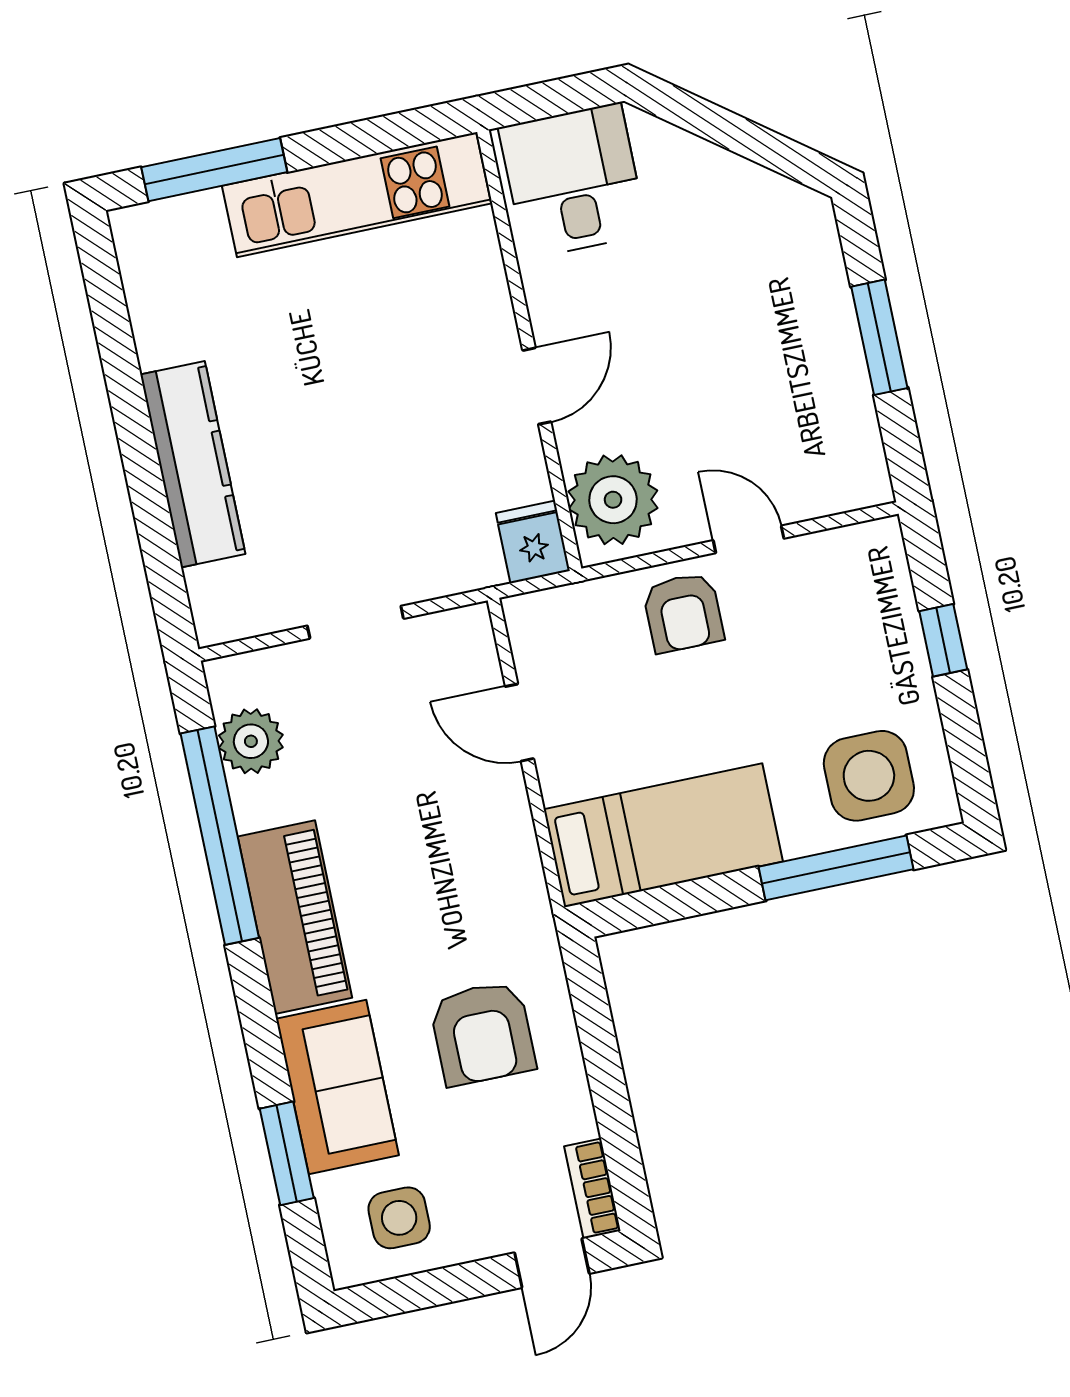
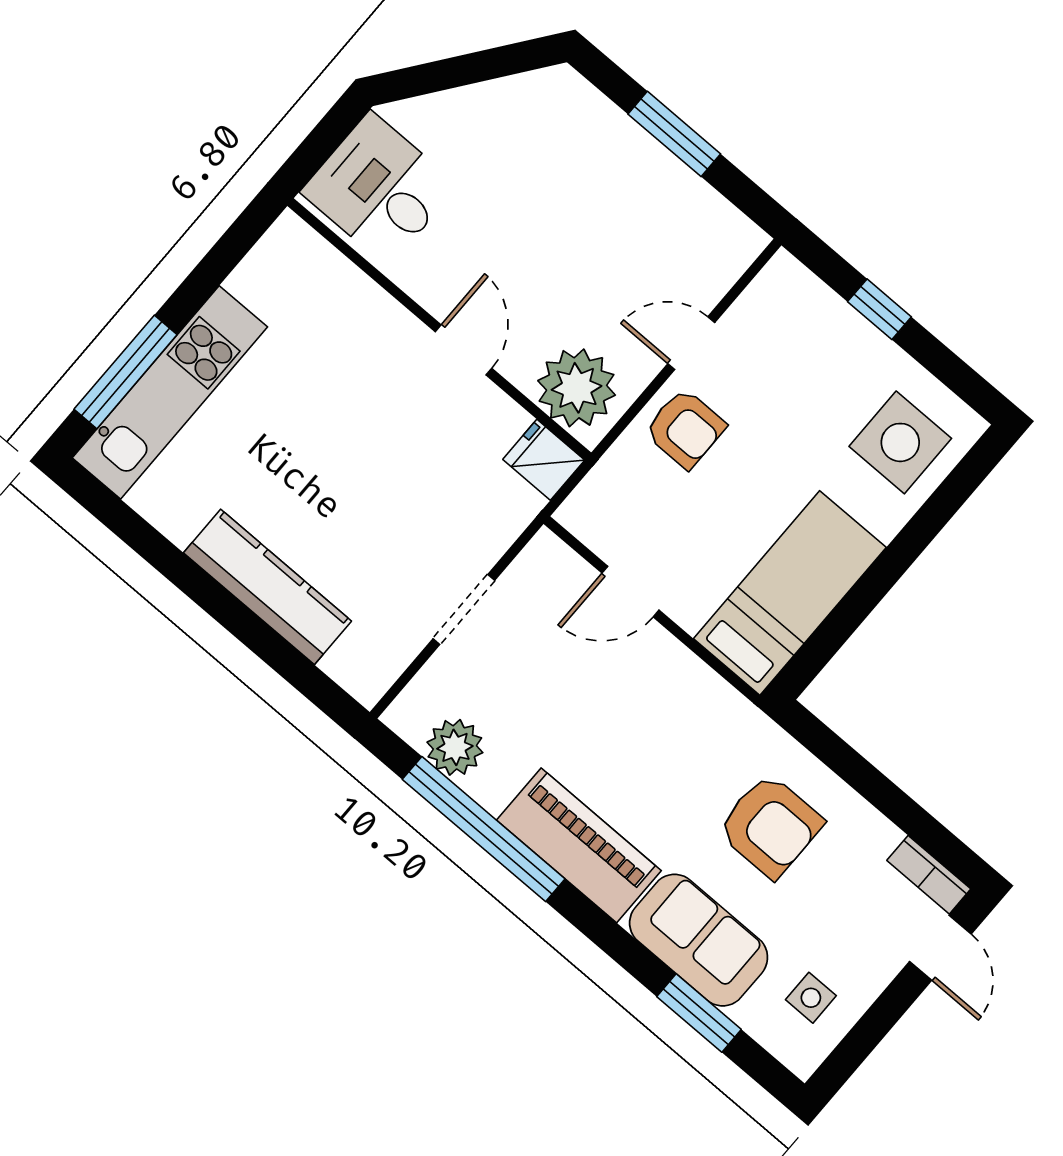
kitchen unit: (357, 195) -> (170, 392), moved
window: (836, 868) -> (927, 524), removed
side table: (399, 1218) -> (811, 998), width x0.73, depth x0.73

